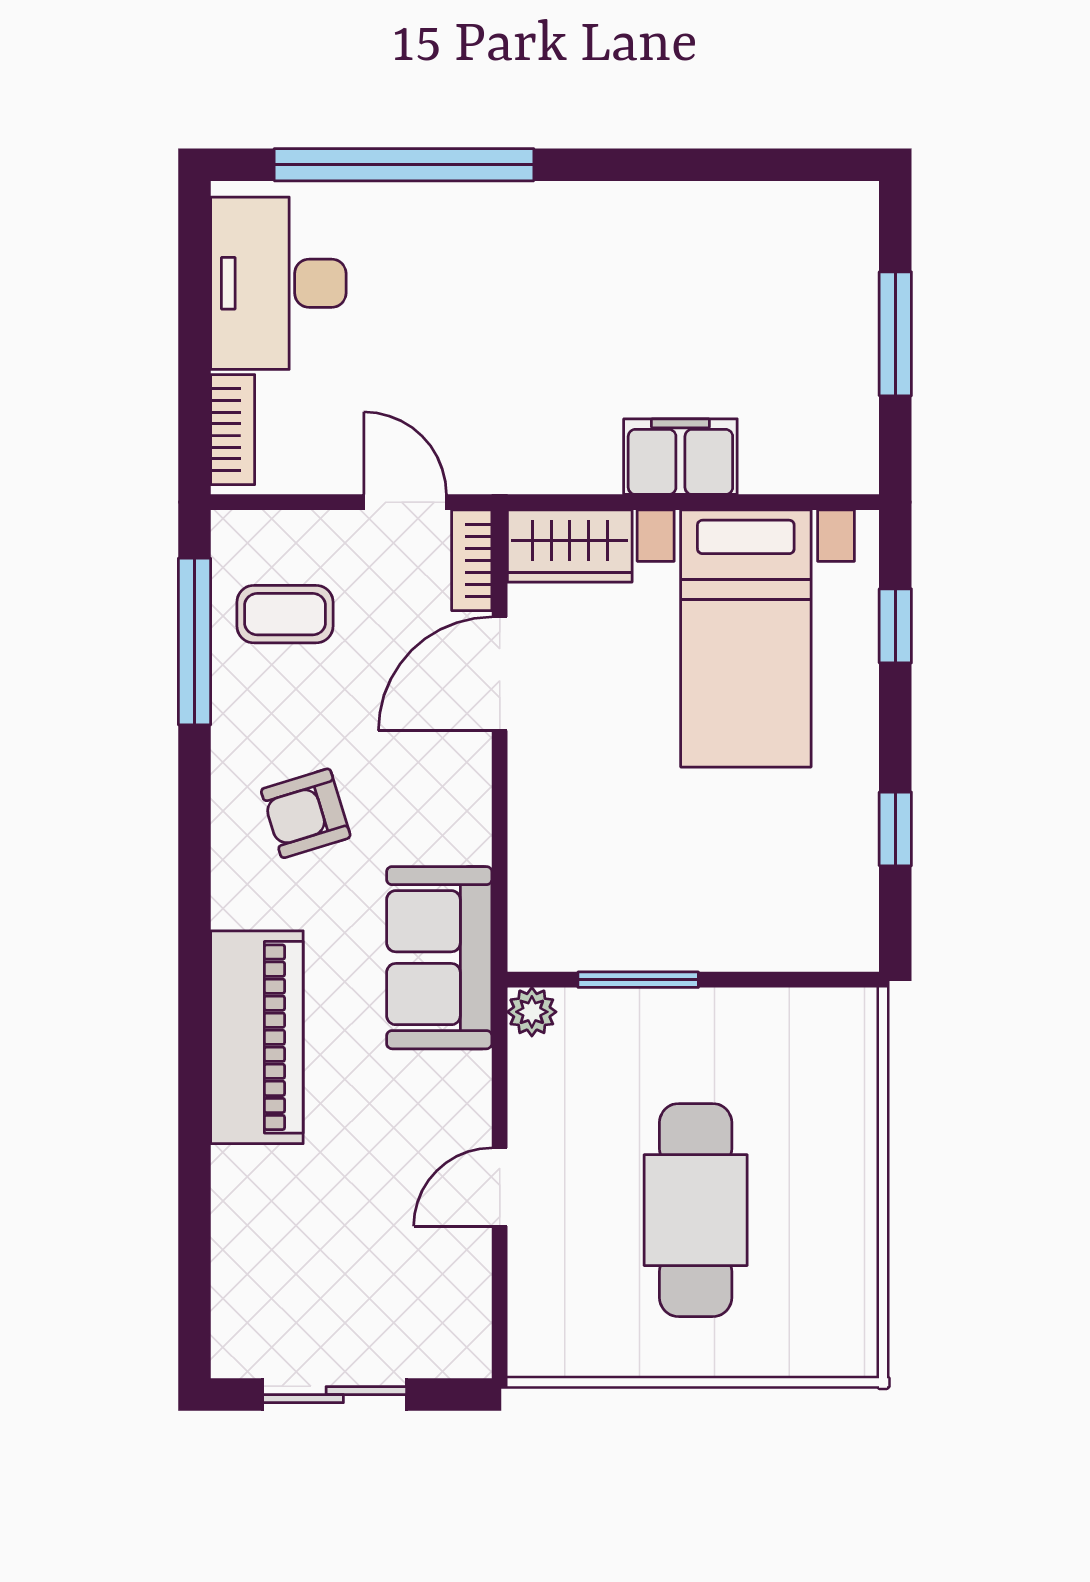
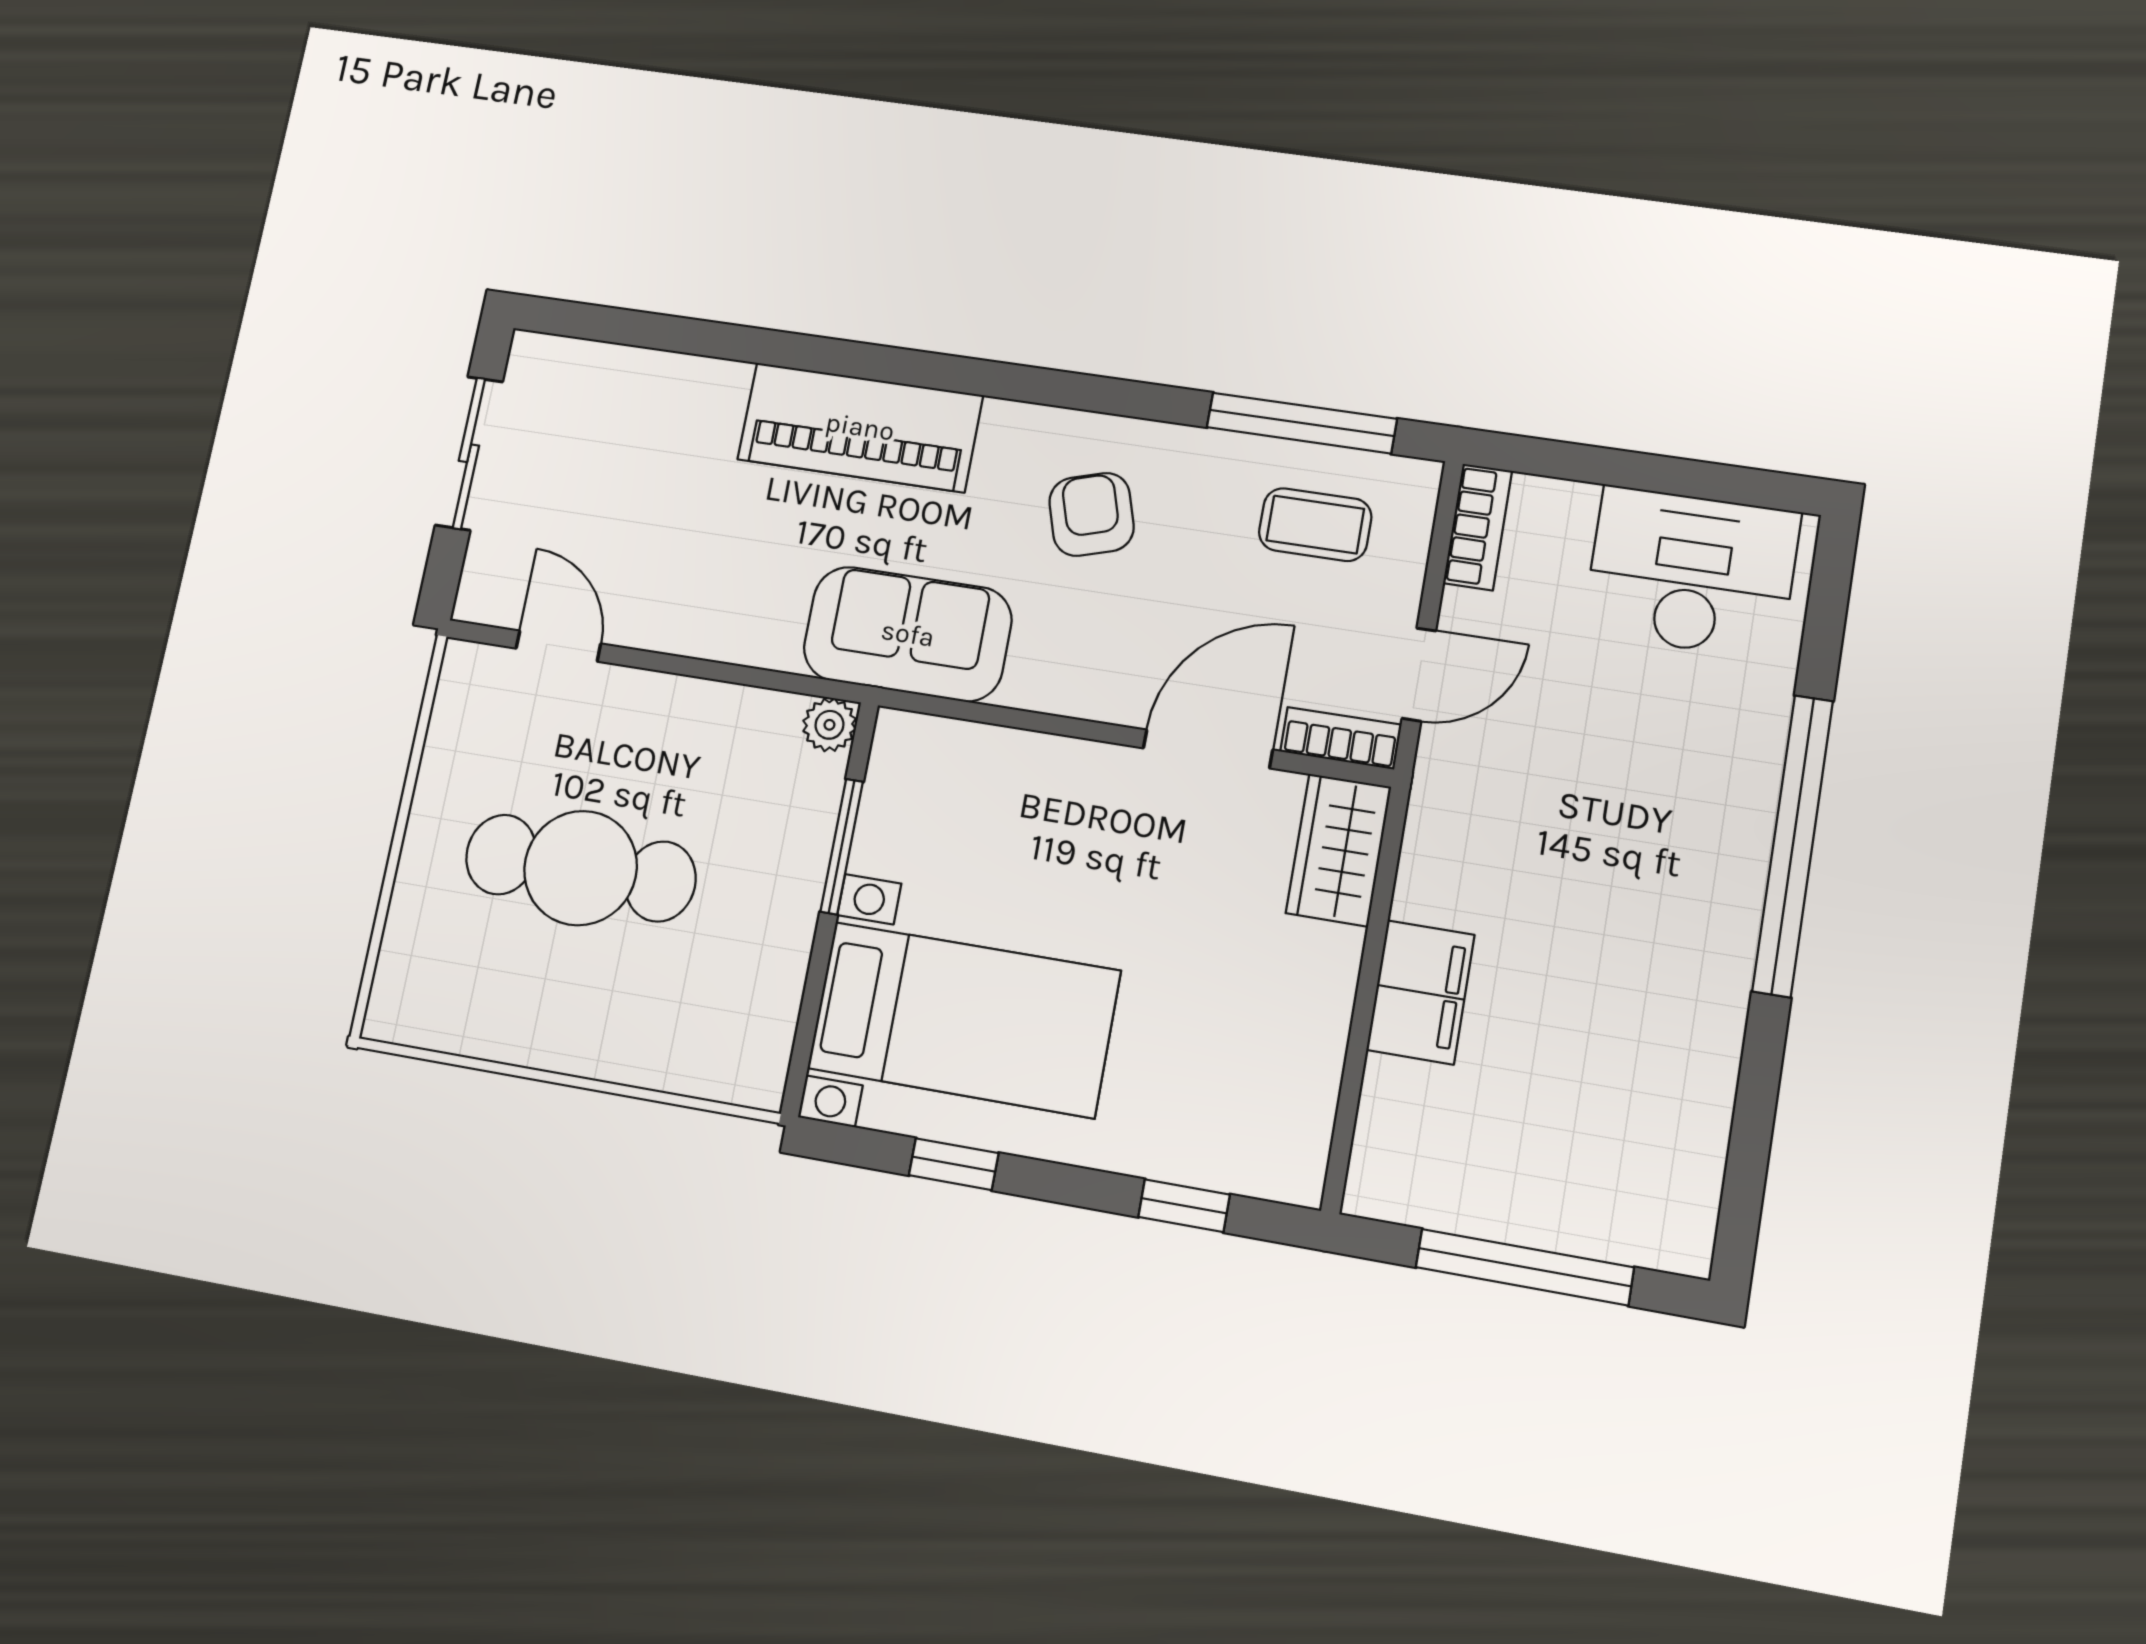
window: (404, 165) -> (1793, 845), moved
window: (895, 334) -> (1525, 1267), width x1.44
bookcase: (233, 430) -> (1478, 527), moved, turned -90
coffee table: (285, 614) -> (1315, 525), turned 90
bed with nightstands: (746, 639) -> (964, 1020), moved, turned 180
door: (500, 674) -> (1208, 749), hinge flipped
door: (500, 1187) -> (558, 646), moved

